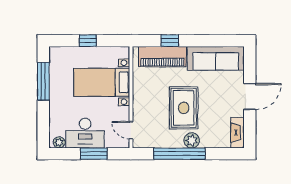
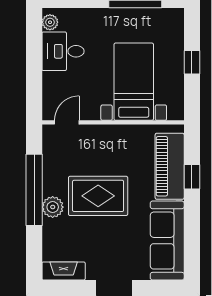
desk: (85, 133) -> (63, 51), width x0.73
window: (94, 154) -> (34, 71), removed

